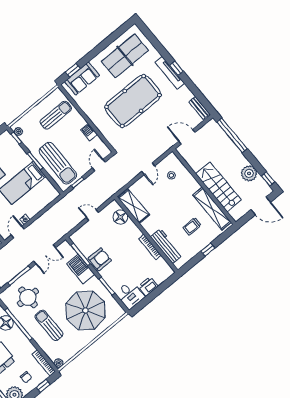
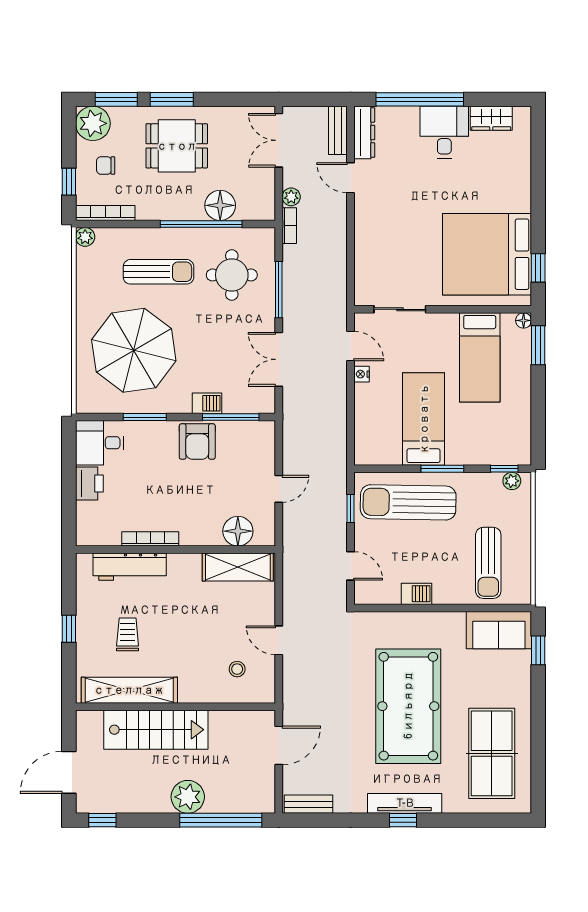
sofa: (82, 78) -> (499, 630), moved, turned -90
plant: (249, 173) -> (188, 797), moved
barbecue: (81, 269) -> (207, 403), width x0.53, depth x0.65

